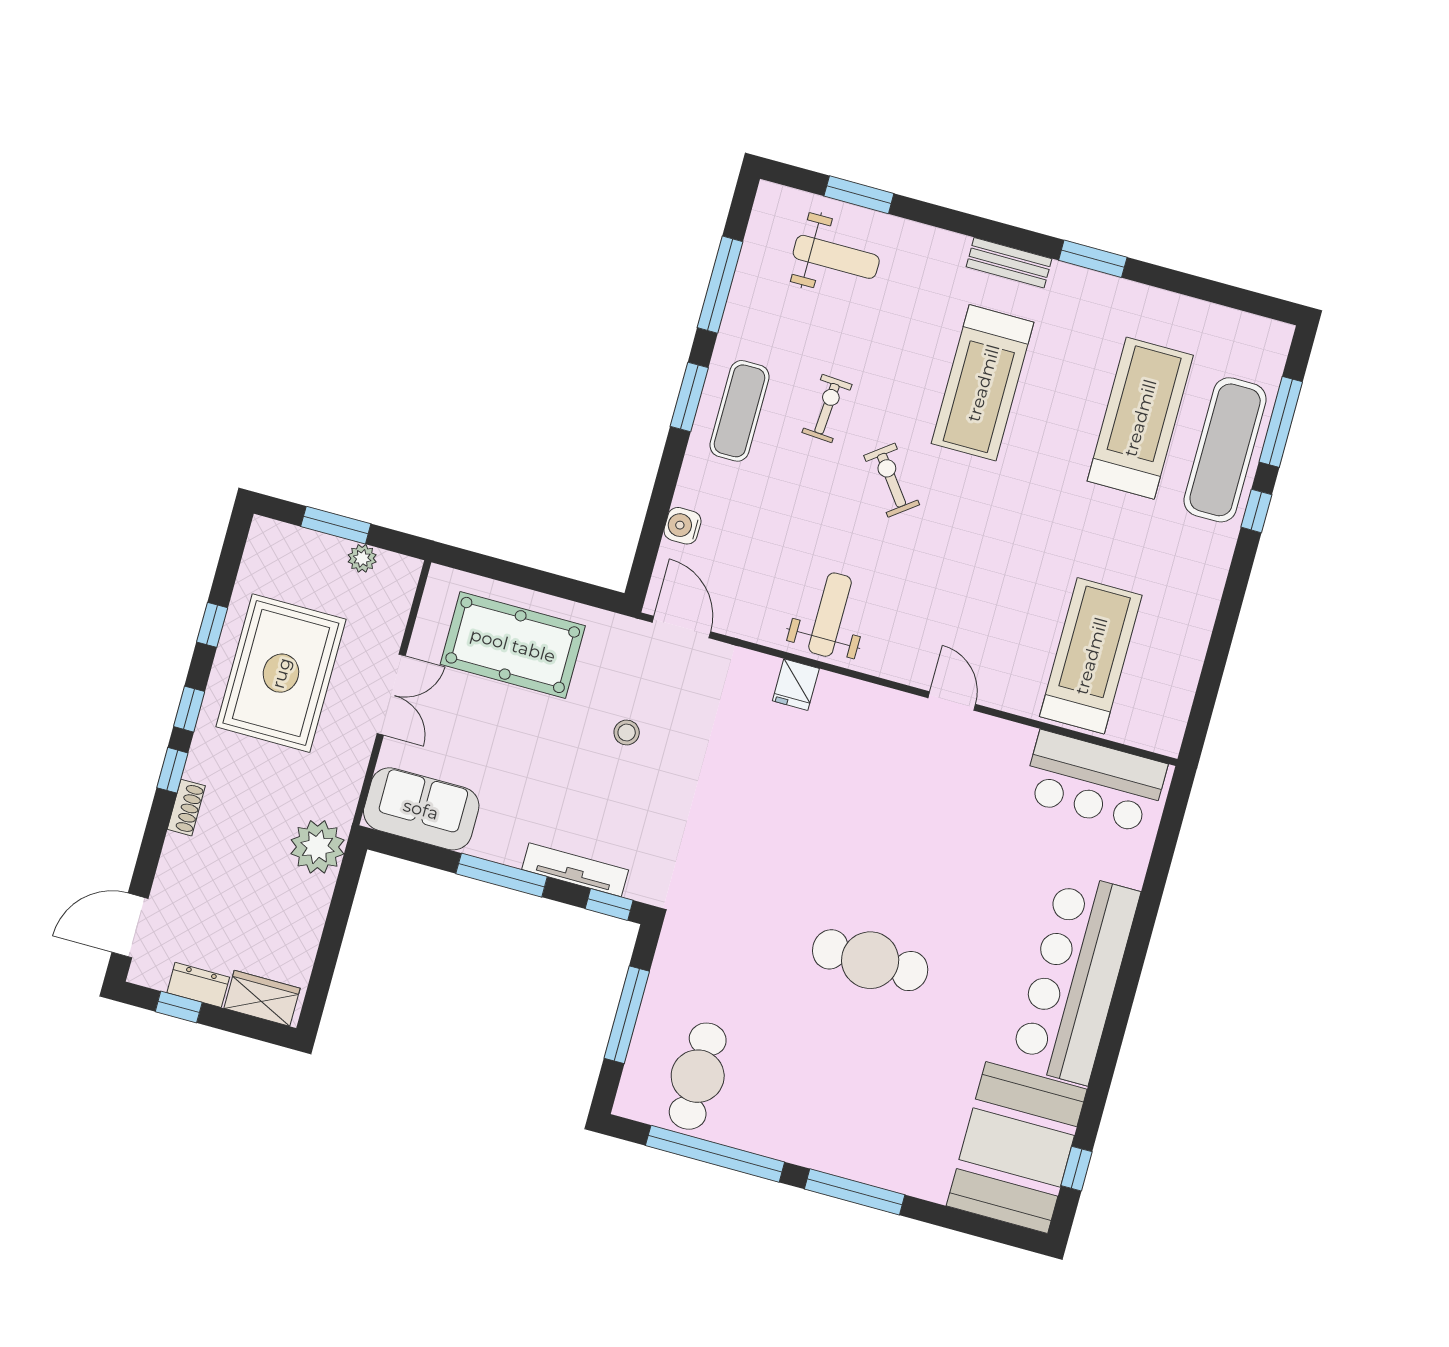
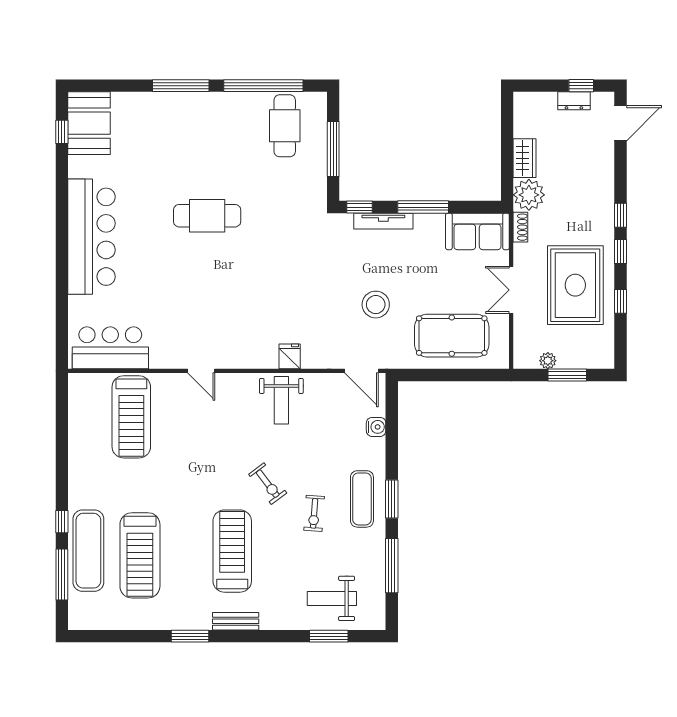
stool: (627, 732) -> (376, 305), width x1.89, depth x1.89
shoe rack: (186, 808) -> (520, 227), moved, turned 180
wardrobe: (262, 998) -> (525, 158), moved, turned -90
booth: (1017, 1148) -> (89, 123), width x0.73, depth x0.70

